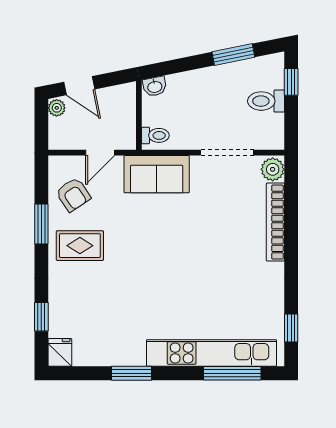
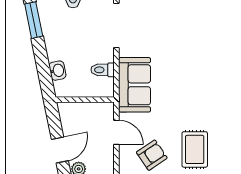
washbasin: (155, 86) -> (57, 71), moved
toilet: (155, 135) -> (103, 70), moved, turned -90

